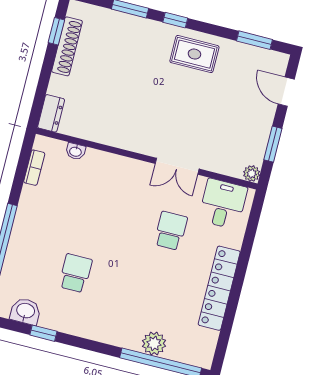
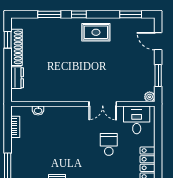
dresser: (51, 113) -> (17, 78), moved

